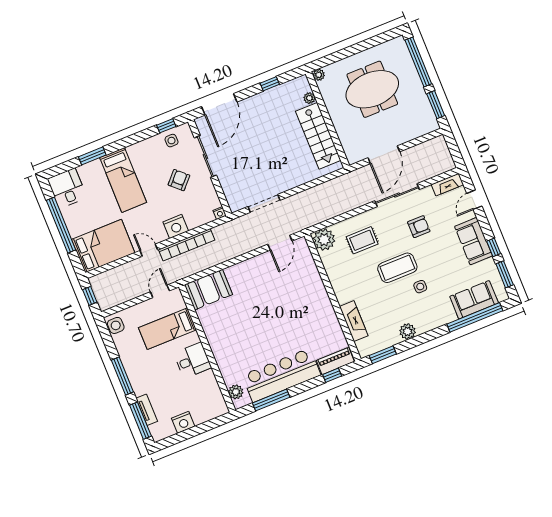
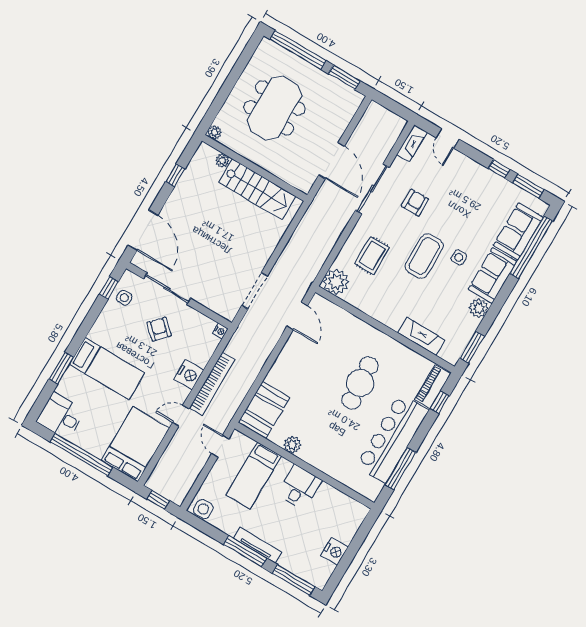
sofa: (473, 241) -> (493, 275), moved, turned 90
cafe table: (288, 321) -> (360, 383), added
plant: (236, 392) -> (292, 445), moved
tv unit: (147, 410) -> (257, 545), moved, width x1.41

